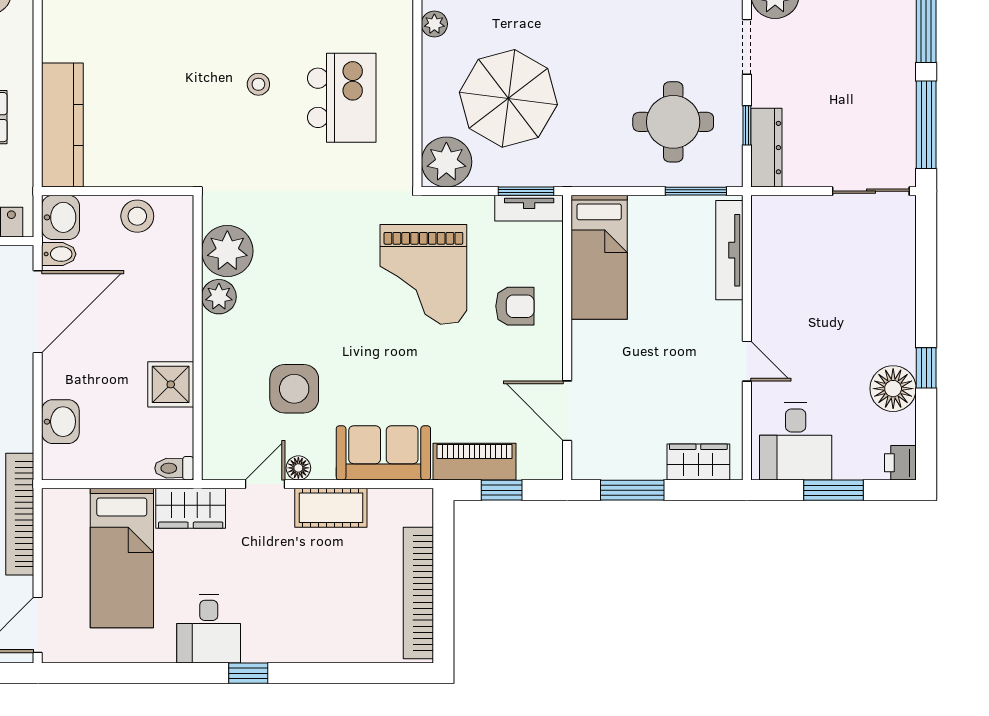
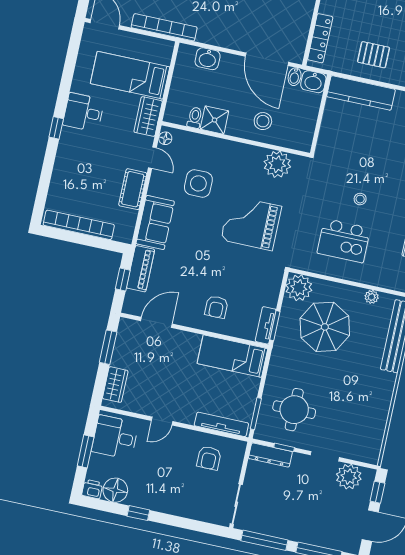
stool: (137, 216) -> (263, 121), moved
armchair: (796, 260) -> (209, 458), added
grand piano: (423, 274) -> (251, 223), moved
plant: (219, 297) -> (255, 155), removed
floor lamp: (893, 389) -> (115, 490), moved
toilet: (174, 468) -> (195, 118), moved
floor lamp: (298, 468) -> (165, 138), moved

